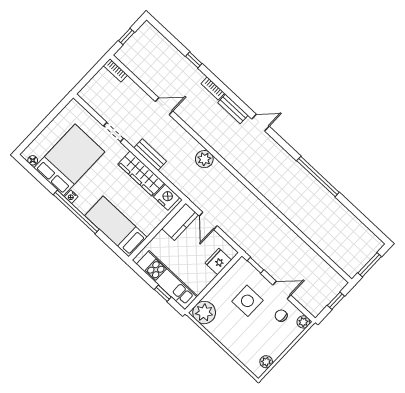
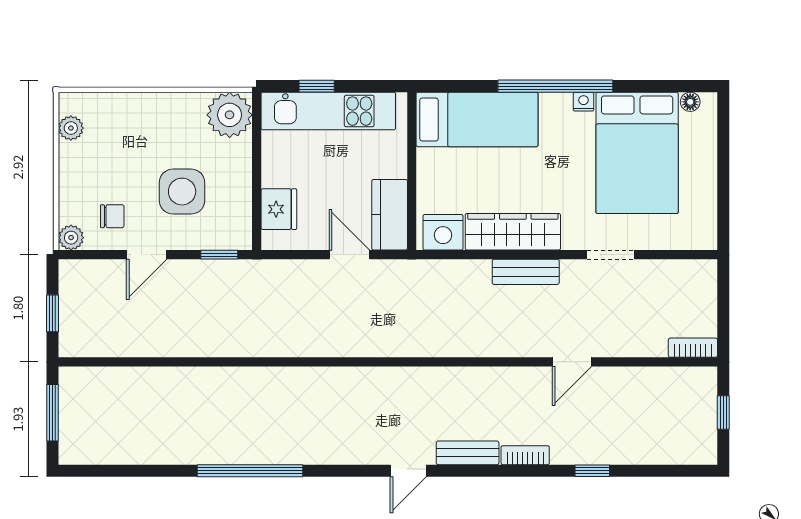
plant: (204, 159) -> (440, 340), removed

